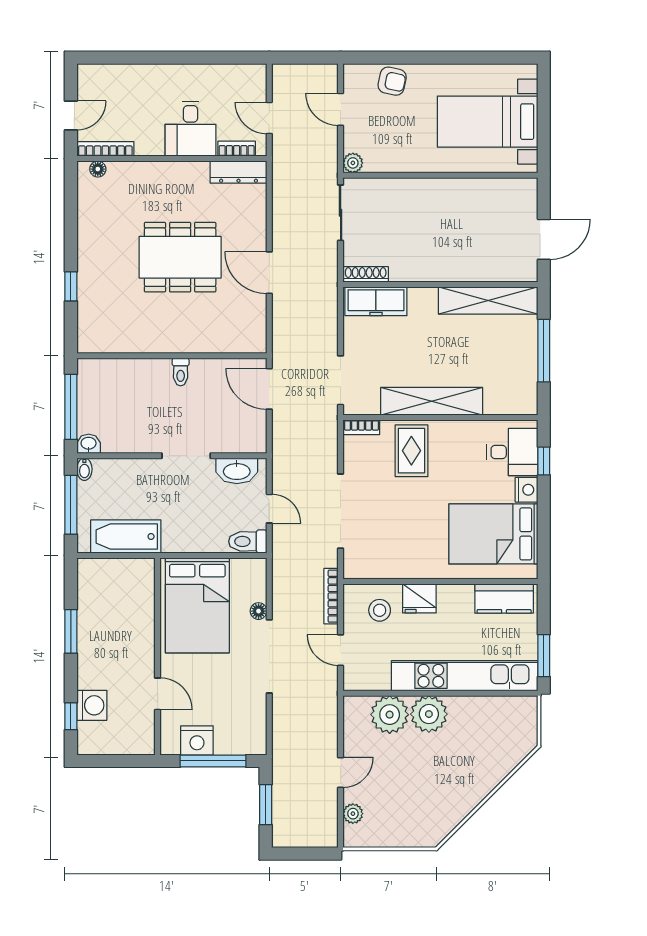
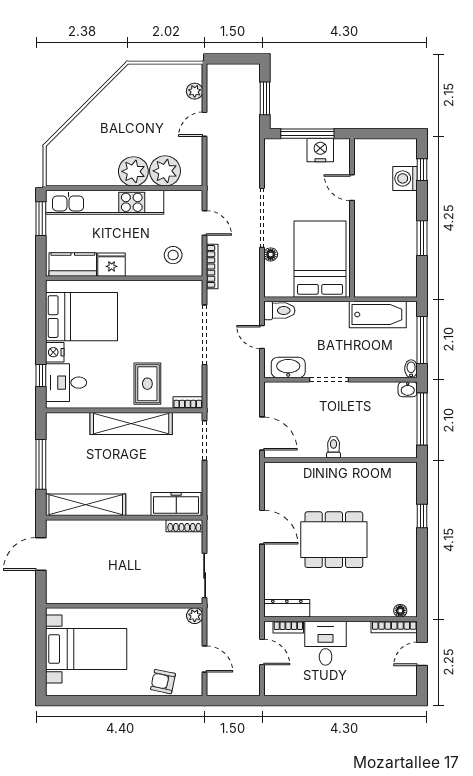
fridge: (419, 598) -> (112, 265), moved

